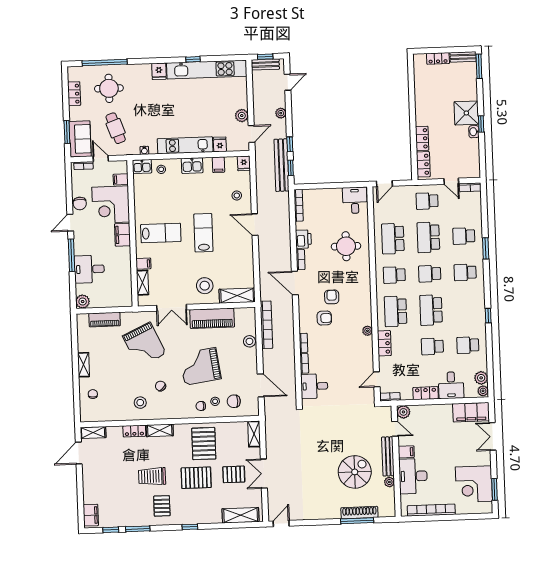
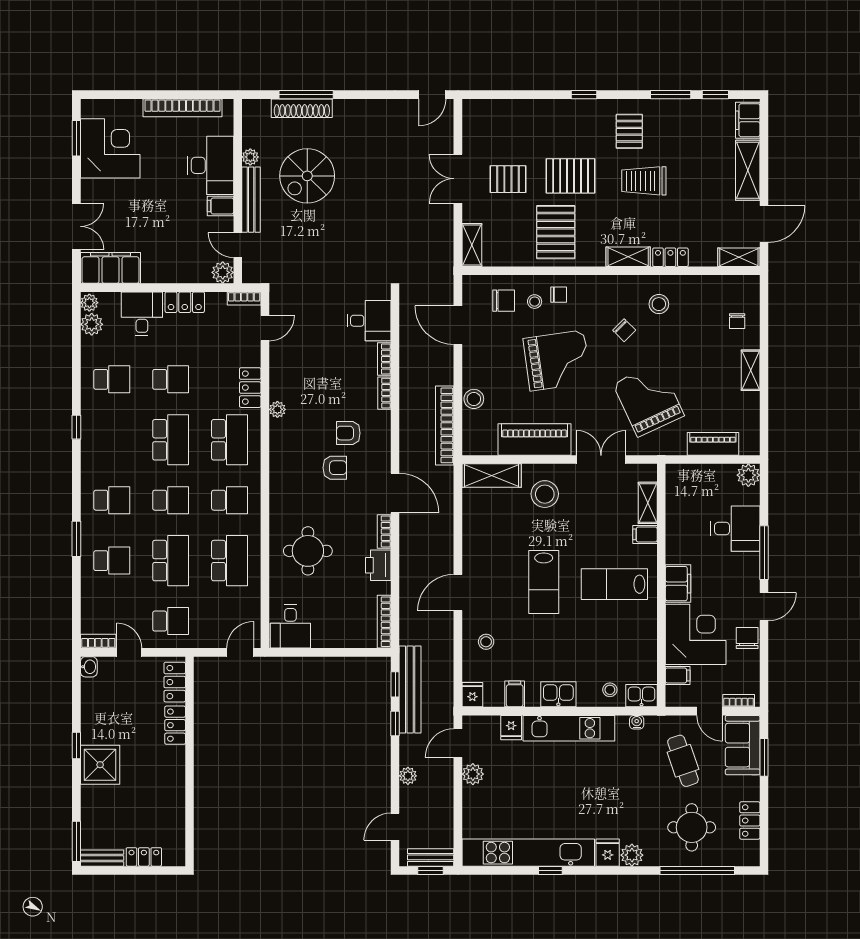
plant: (144, 70) -> (632, 855), added
washbasin: (474, 132) -> (89, 667), moved
door: (255, 225) -> (458, 593), swing flipped
armchair: (332, 297) -> (335, 468), turned -90
double door: (264, 474) -> (458, 179), swing flipped
trolley: (152, 476) -> (644, 181), turned 180
shelving: (241, 515) -> (748, 170), moved, turned 90

